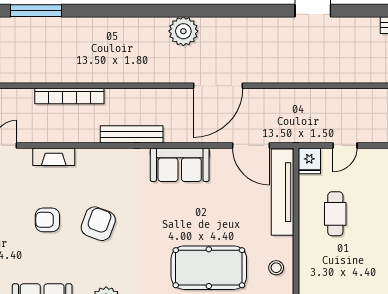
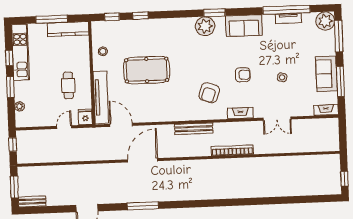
window: (36, 11) -> (143, 206), moved
plant: (183, 31) -> (165, 192), removed
sofa: (180, 165) -> (164, 111), removed
armchair: (98, 224) -> (209, 93), moved
pool table: (209, 268) -> (147, 70), moved

